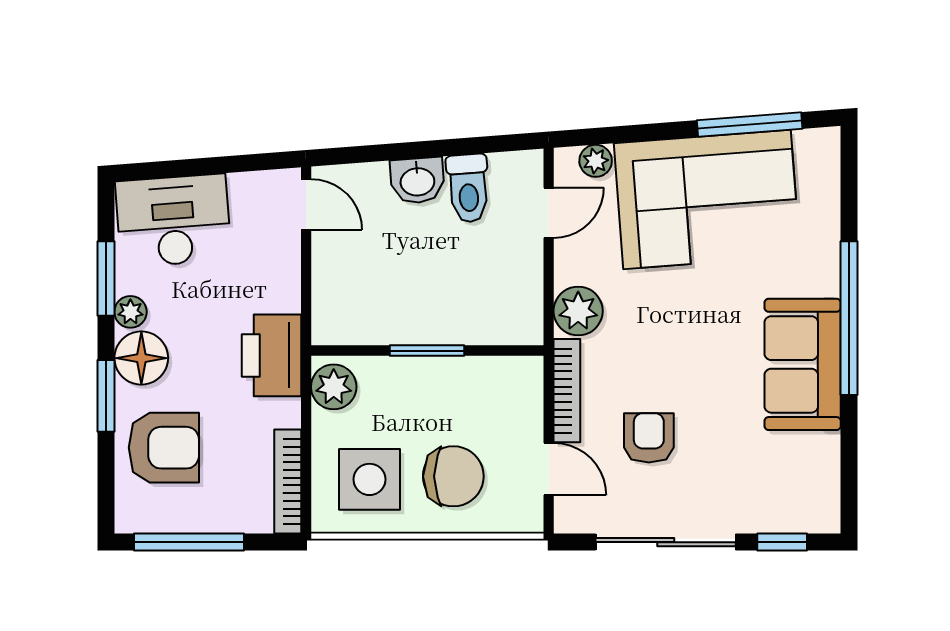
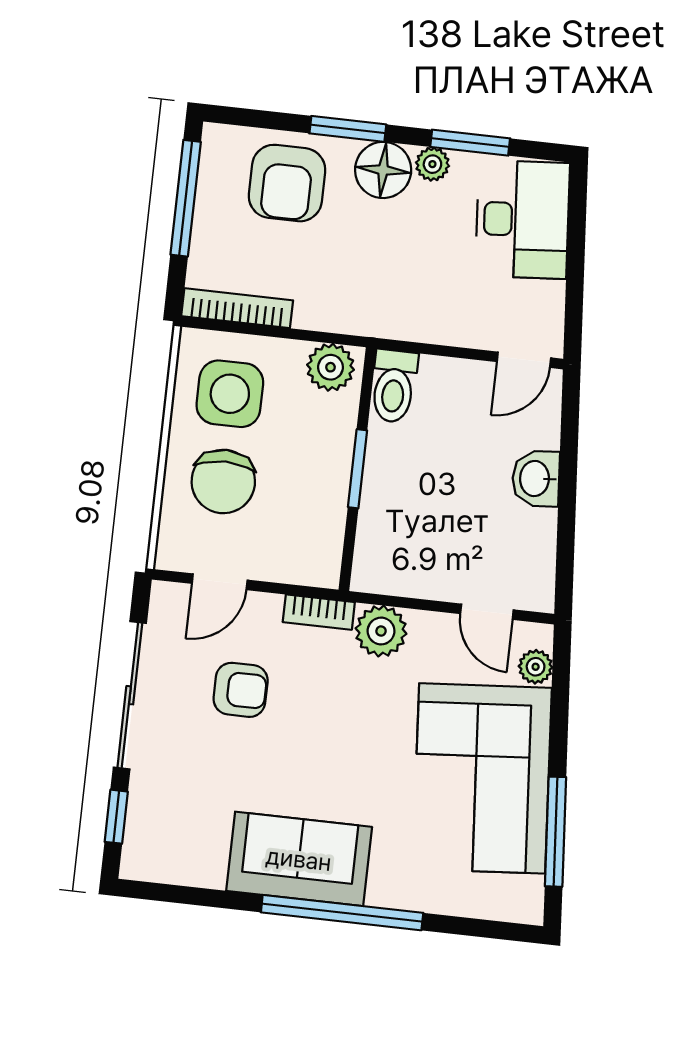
toilet: (468, 188) -> (394, 386), moved, turned -86
printer: (272, 355) -> (371, 306), removed
bookcase: (567, 391) -> (319, 612), width x0.64

